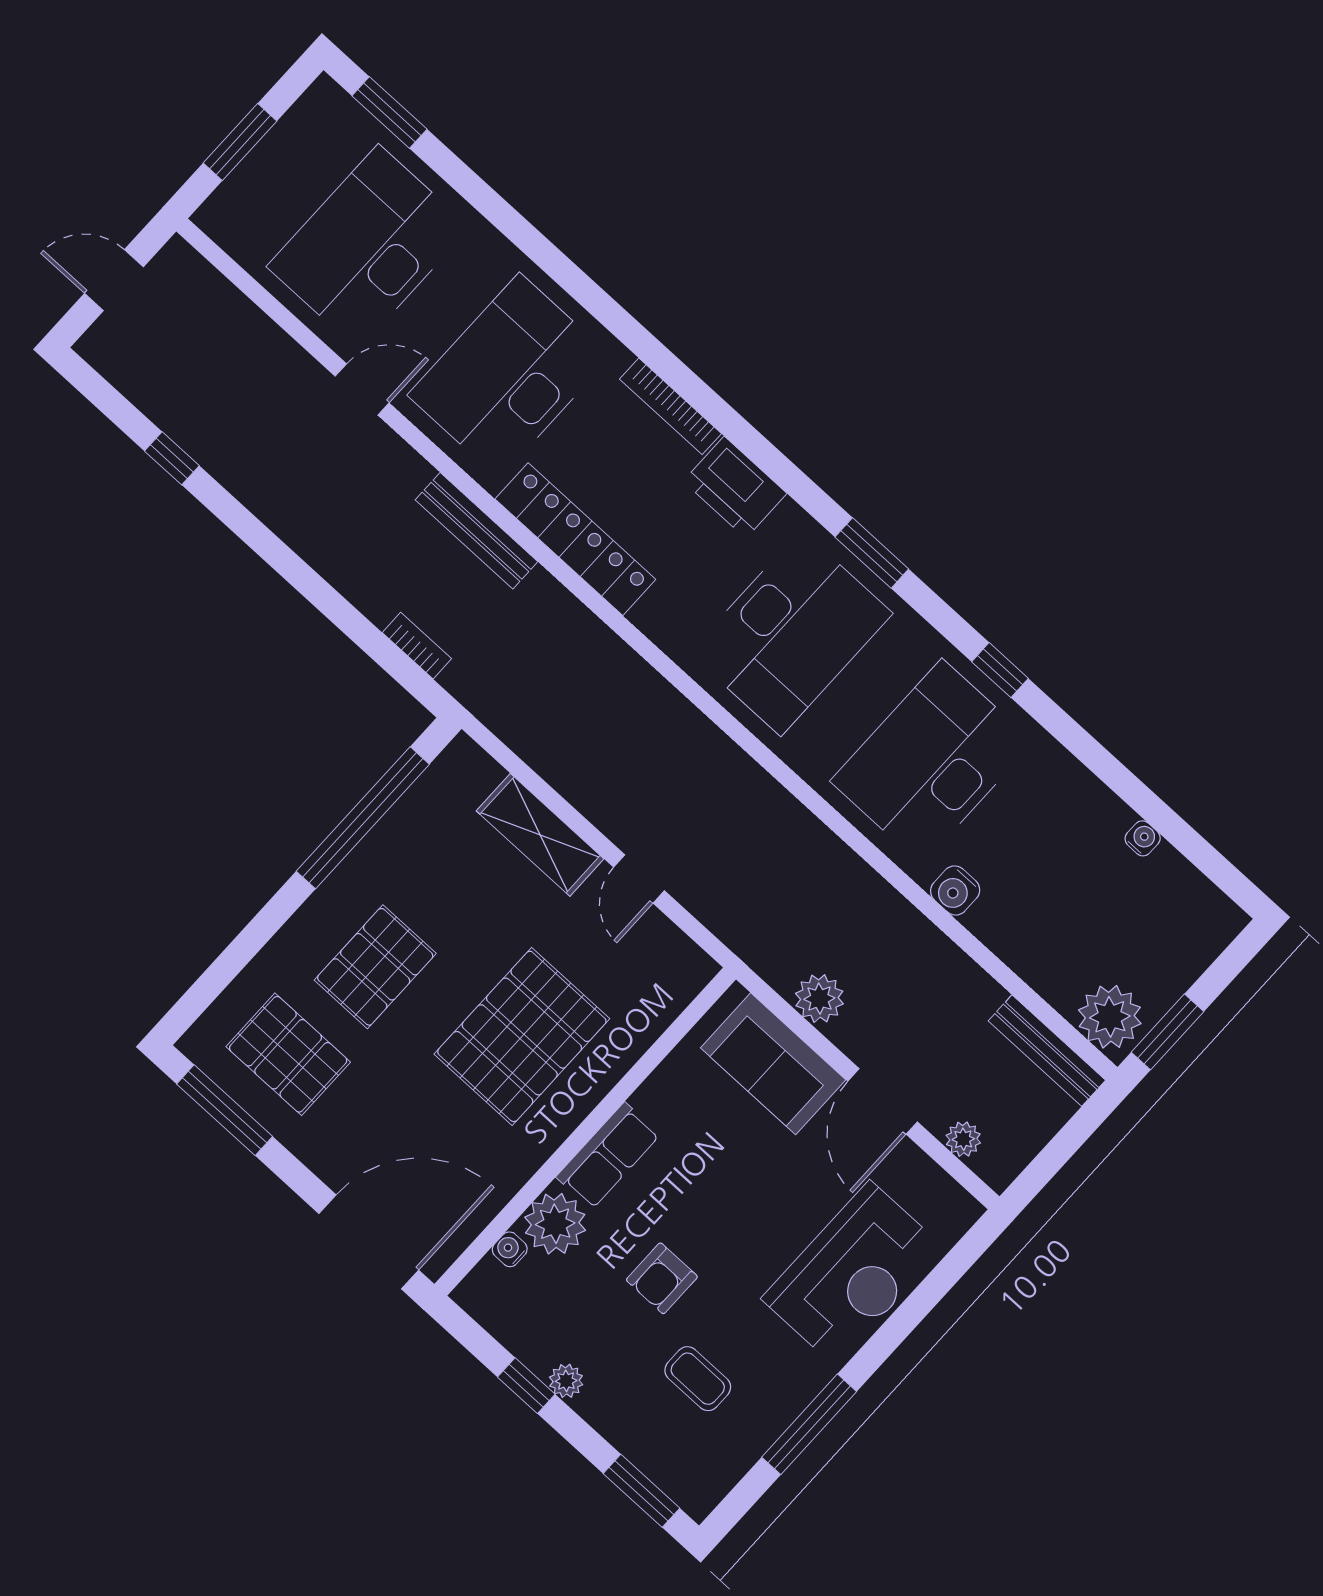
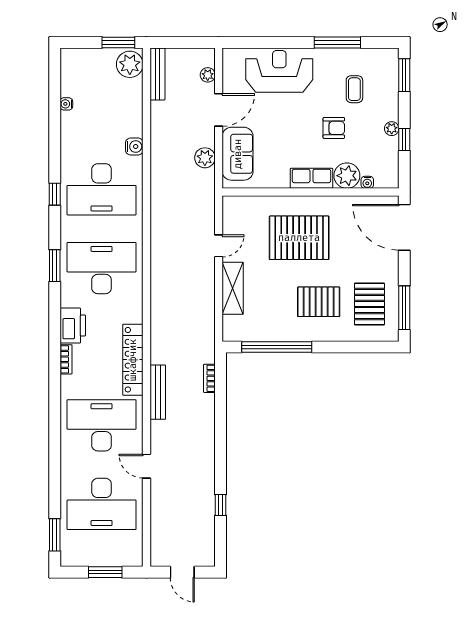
desk: (509, 376) -> (102, 425), turned 180
bookcase: (670, 406) -> (66, 359), width x0.64

